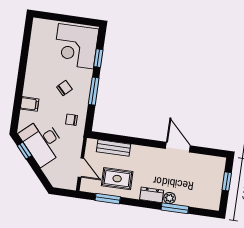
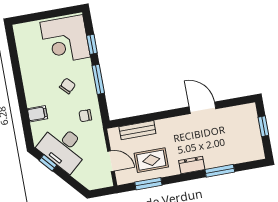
plant: (170, 198) -> (211, 162), removed

